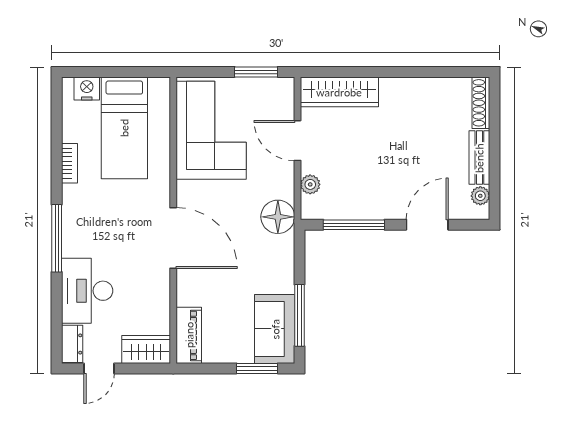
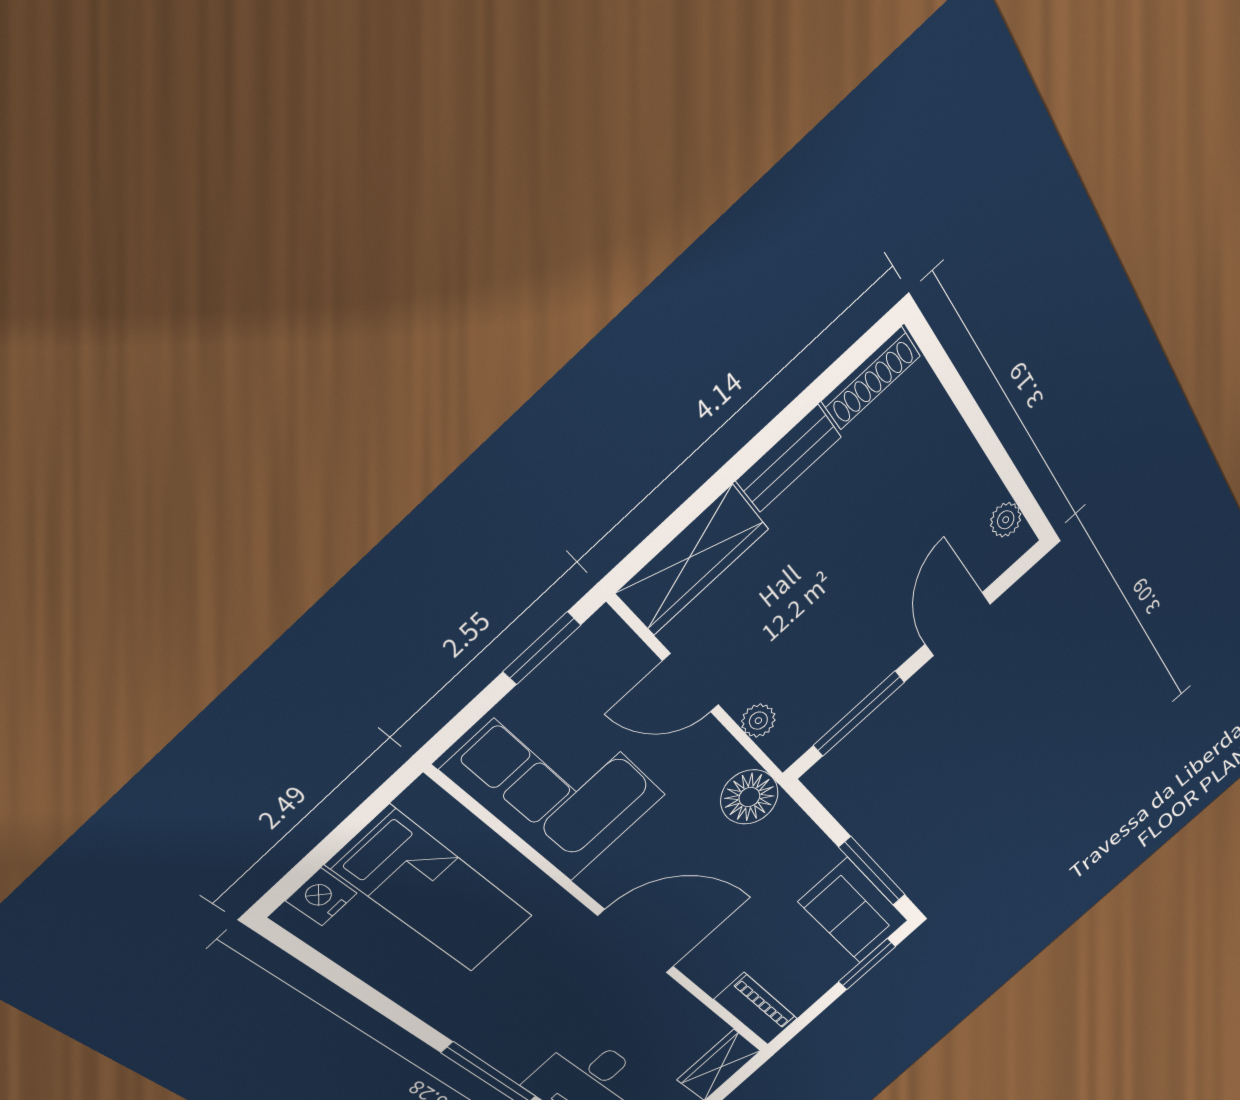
shoe rack: (481, 103) -> (871, 378), moved, turned -90
bench: (479, 158) -> (789, 459), moved, turned 90
bookcase: (69, 163) -> (408, 995), removed

